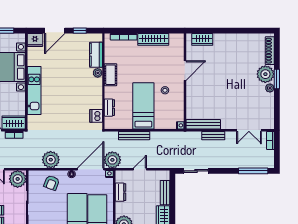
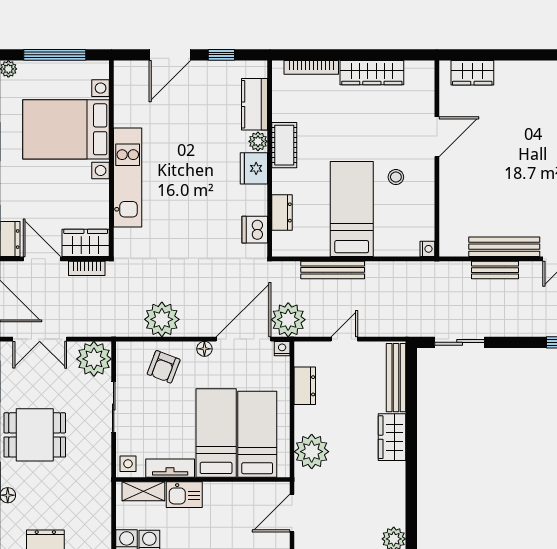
fridge: (35, 40) -> (254, 168), moved, turned 90
bench: (203, 124) -> (504, 247), moved
bench: (165, 193) -> (396, 378), width x1.36

